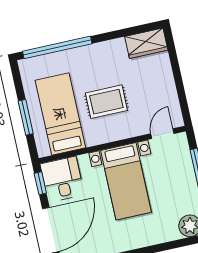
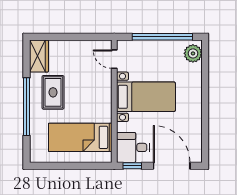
window: (57, 47) -> (27, 107), moved
rug: (106, 102) -> (53, 92), moved
window: (26, 117) -> (77, 166), removed

